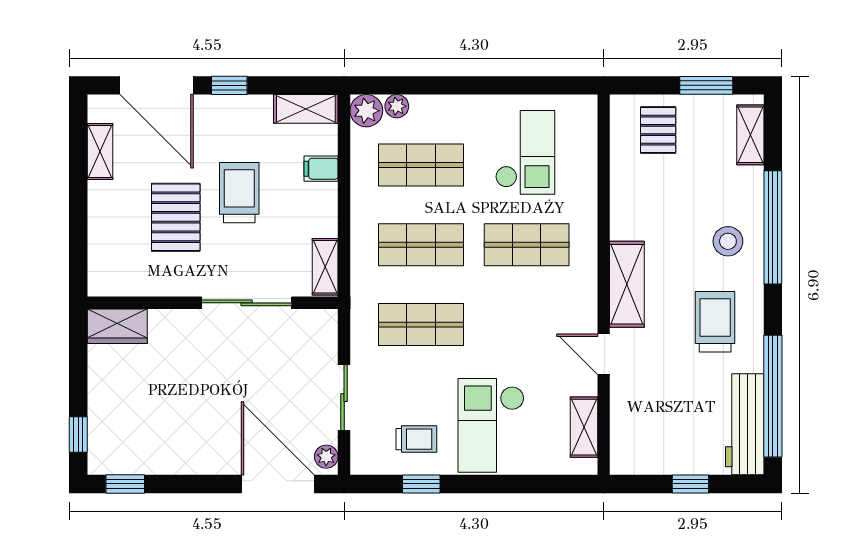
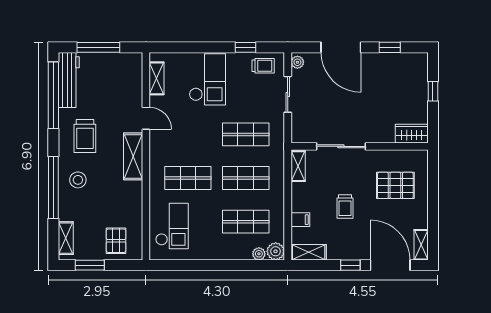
shelving: (100, 152) -> (421, 245), moved
checkout: (525, 152) -> (172, 226), moved, turned 180
trolley: (239, 193) -> (345, 207), width x0.73, depth x0.72
pallet: (176, 217) -> (395, 185), moved, turned 90
window: (78, 434) -> (433, 91), moved
trolley: (416, 439) -> (263, 66), moved, turned 180
window: (125, 484) -> (390, 47), moved
door: (278, 484) -> (341, 47), moved
window: (690, 484) -> (98, 47), width x2.17

